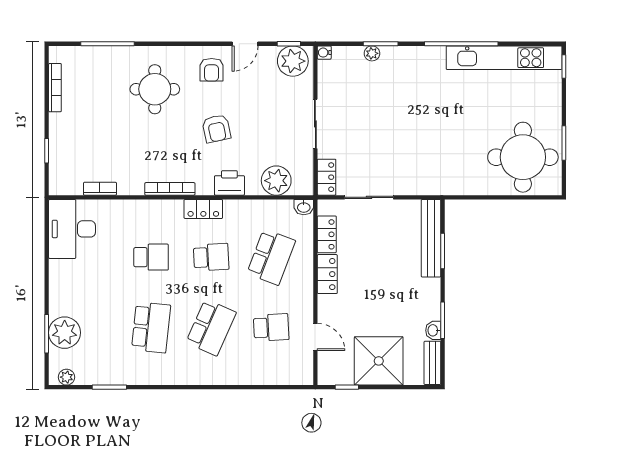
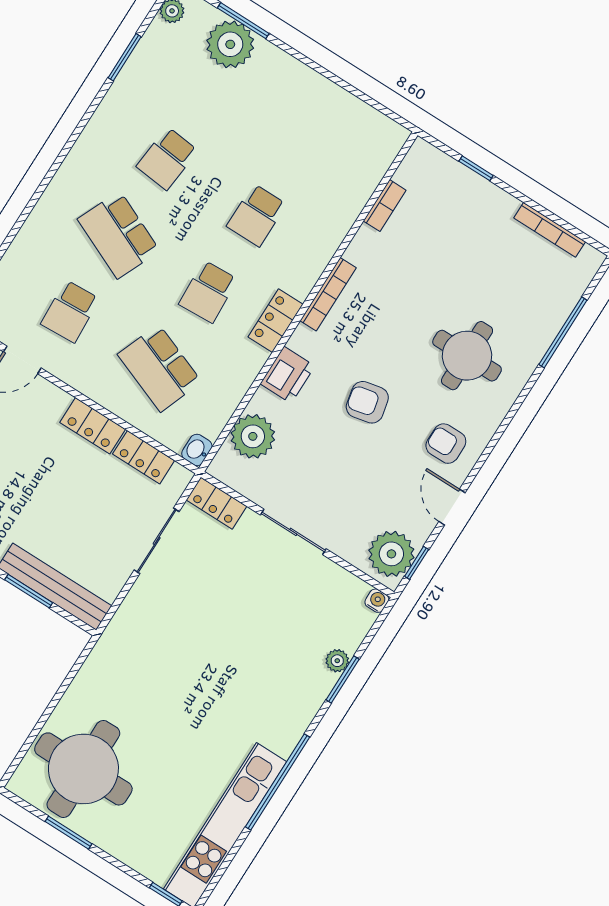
desk: (72, 229) -> (356, 137), removed
school desk: (151, 327) -> (167, 159), width x0.54

